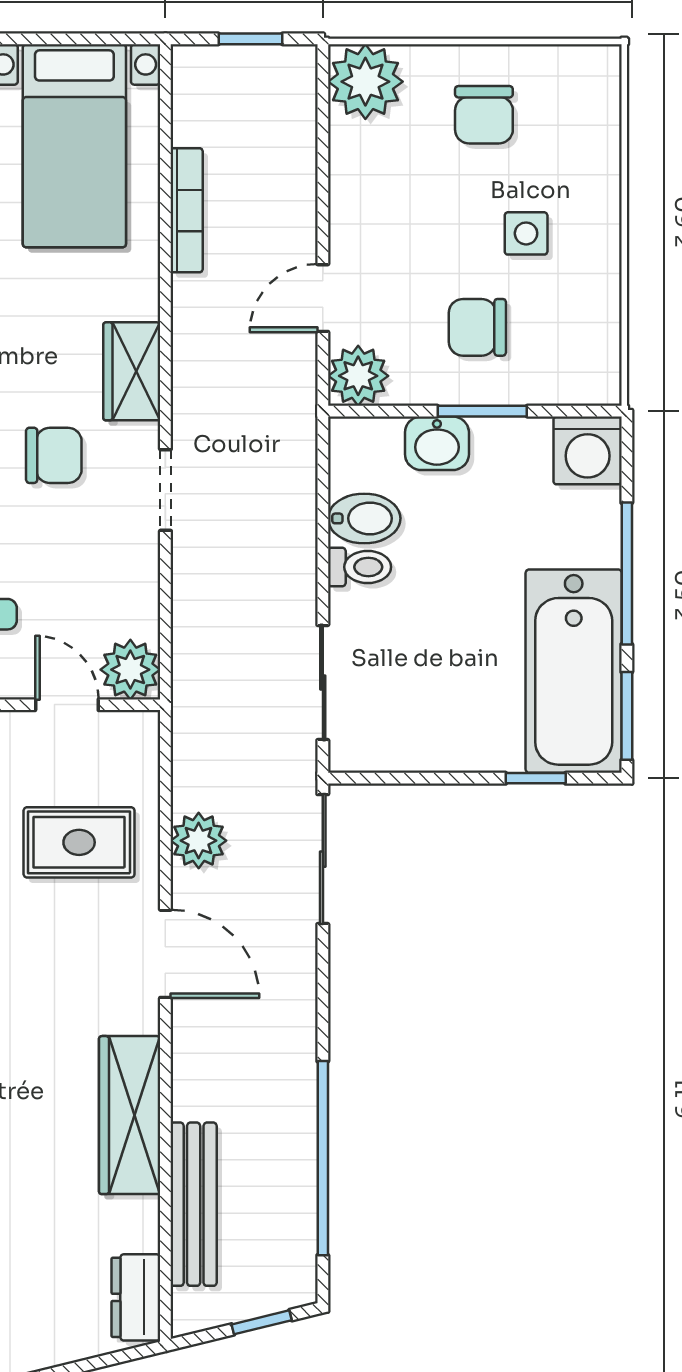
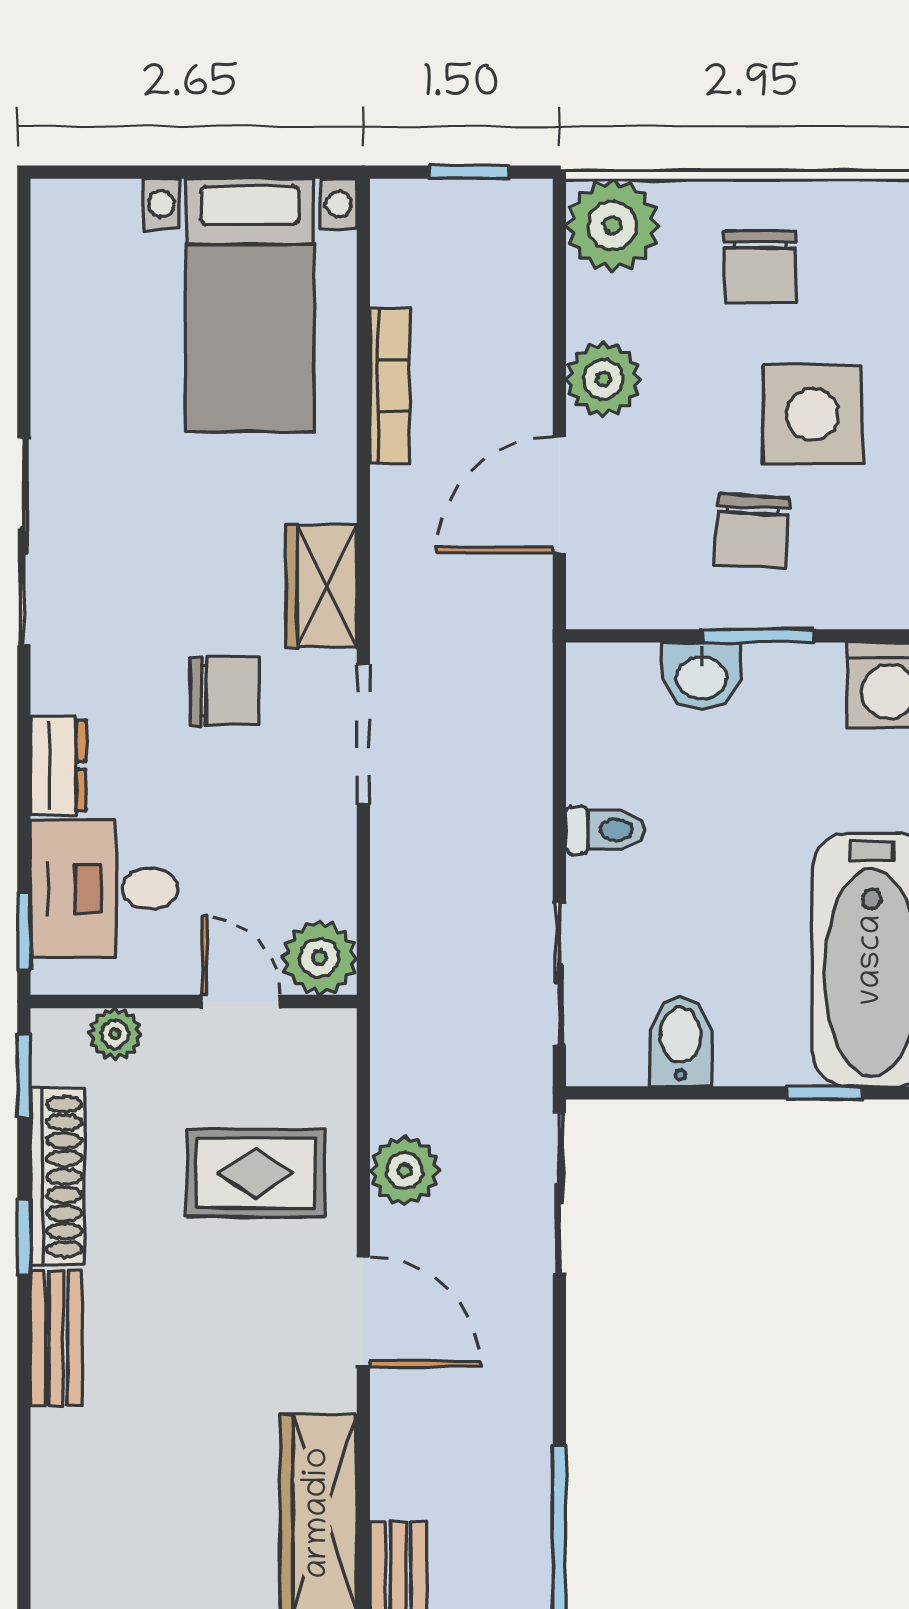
side table: (526, 233) -> (813, 414), width x1.87, depth x1.87
door: (323, 298) -> (559, 495), width x1.38
chair: (477, 327) -> (752, 531), turned -87
plant: (358, 376) -> (603, 379), moved
doorway: (165, 490) -> (363, 734), width x1.38
bidet: (364, 518) -> (680, 1041), moved, turned -90

